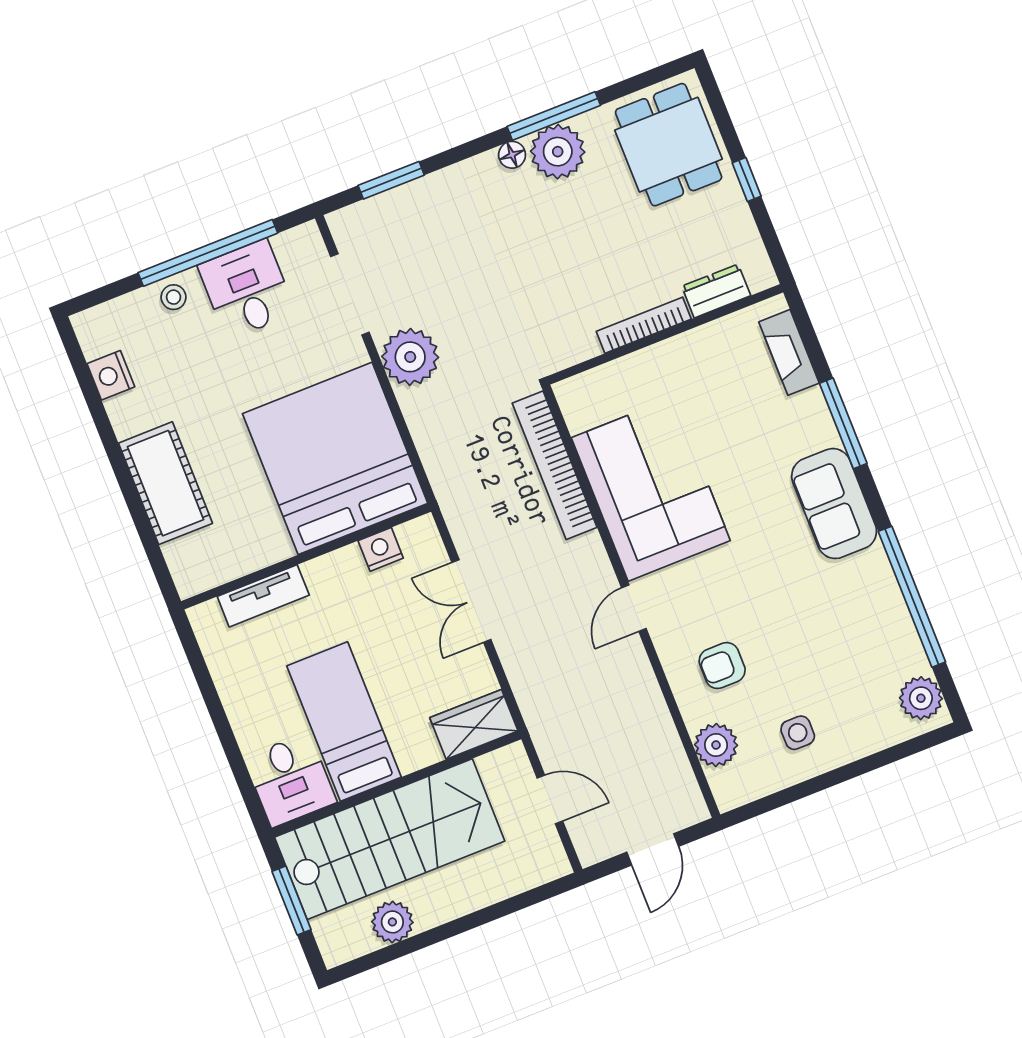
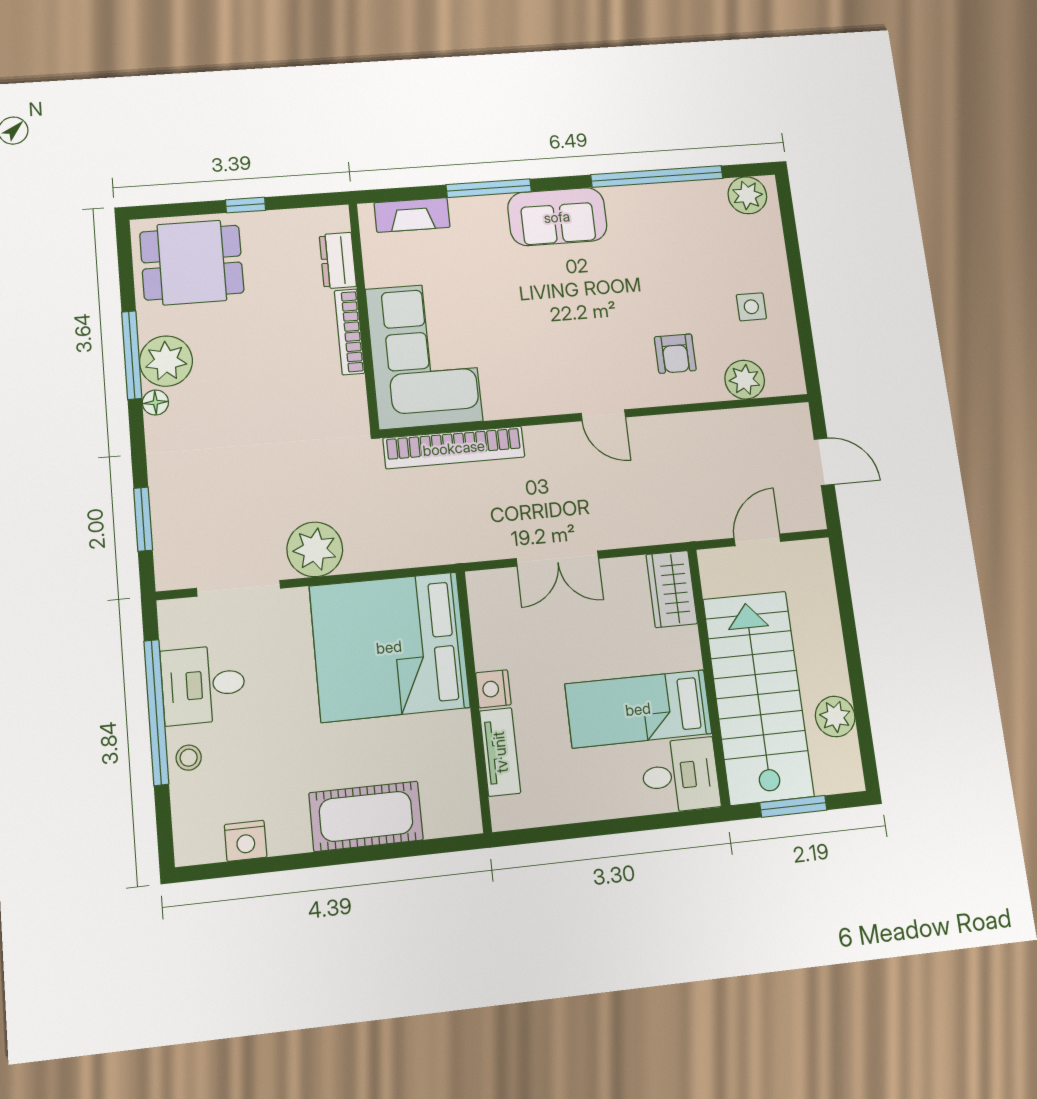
corner sofa: (651, 489) -> (424, 355), moved, turned 90
nightstand: (381, 549) -> (493, 689), moved

